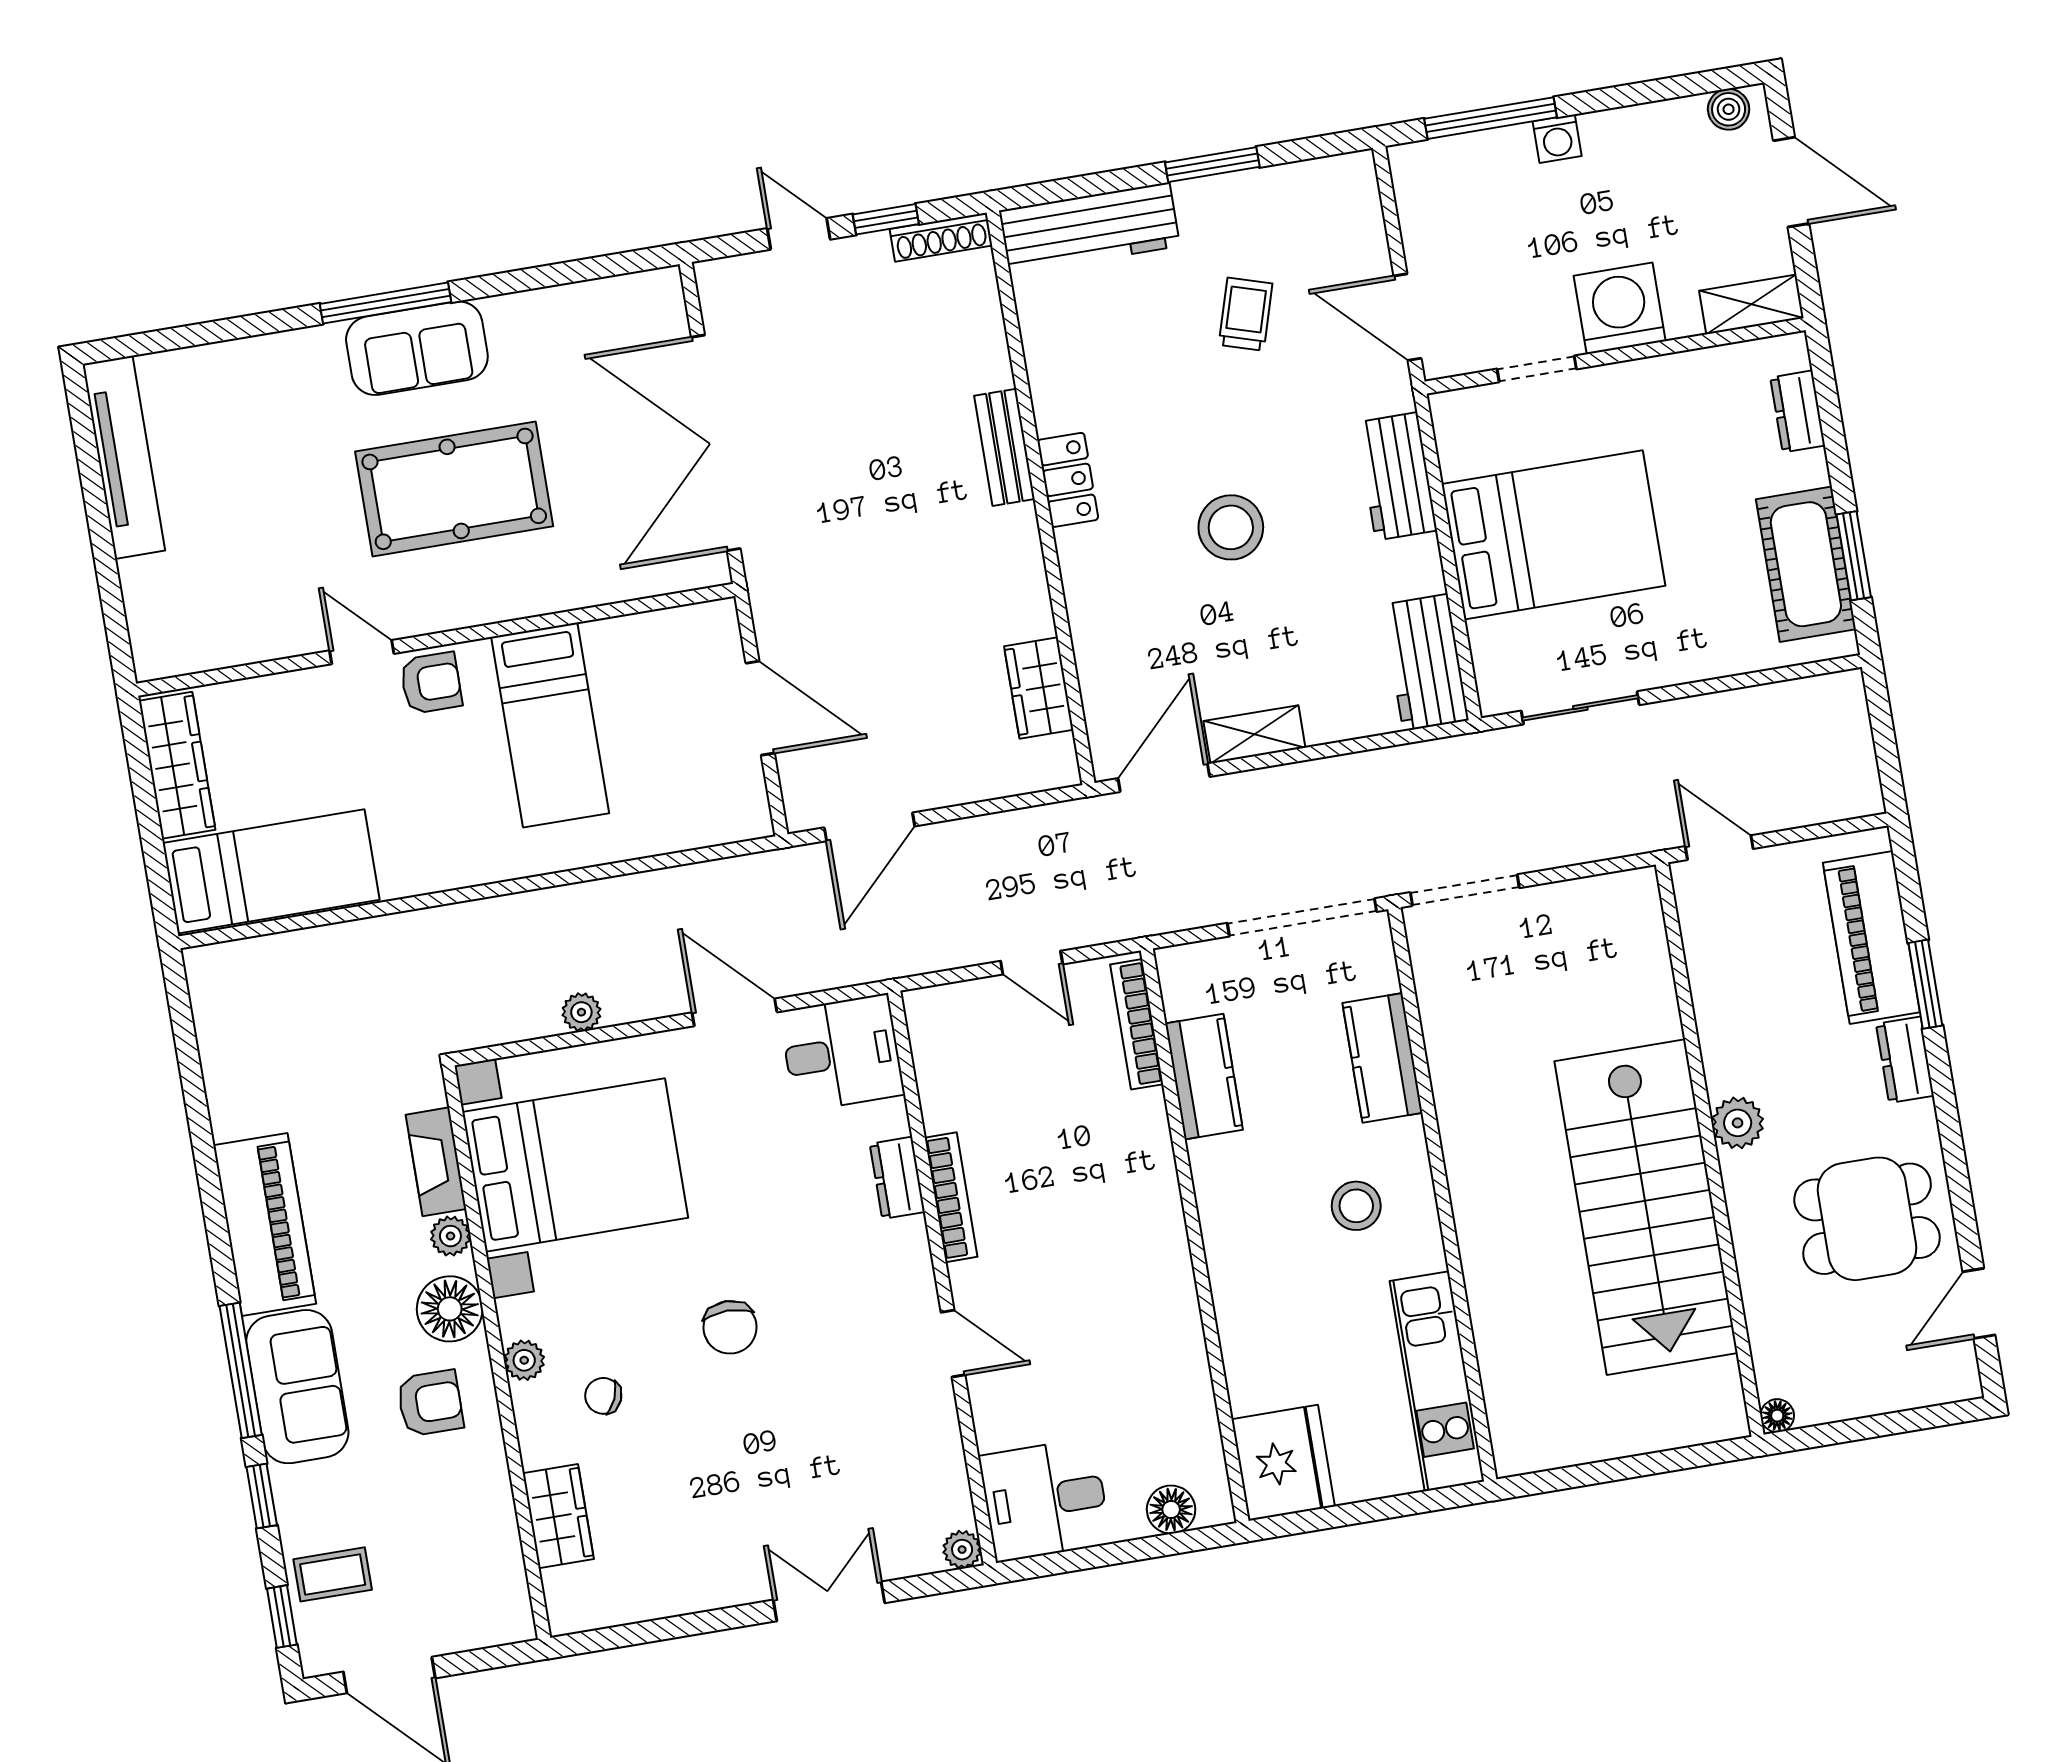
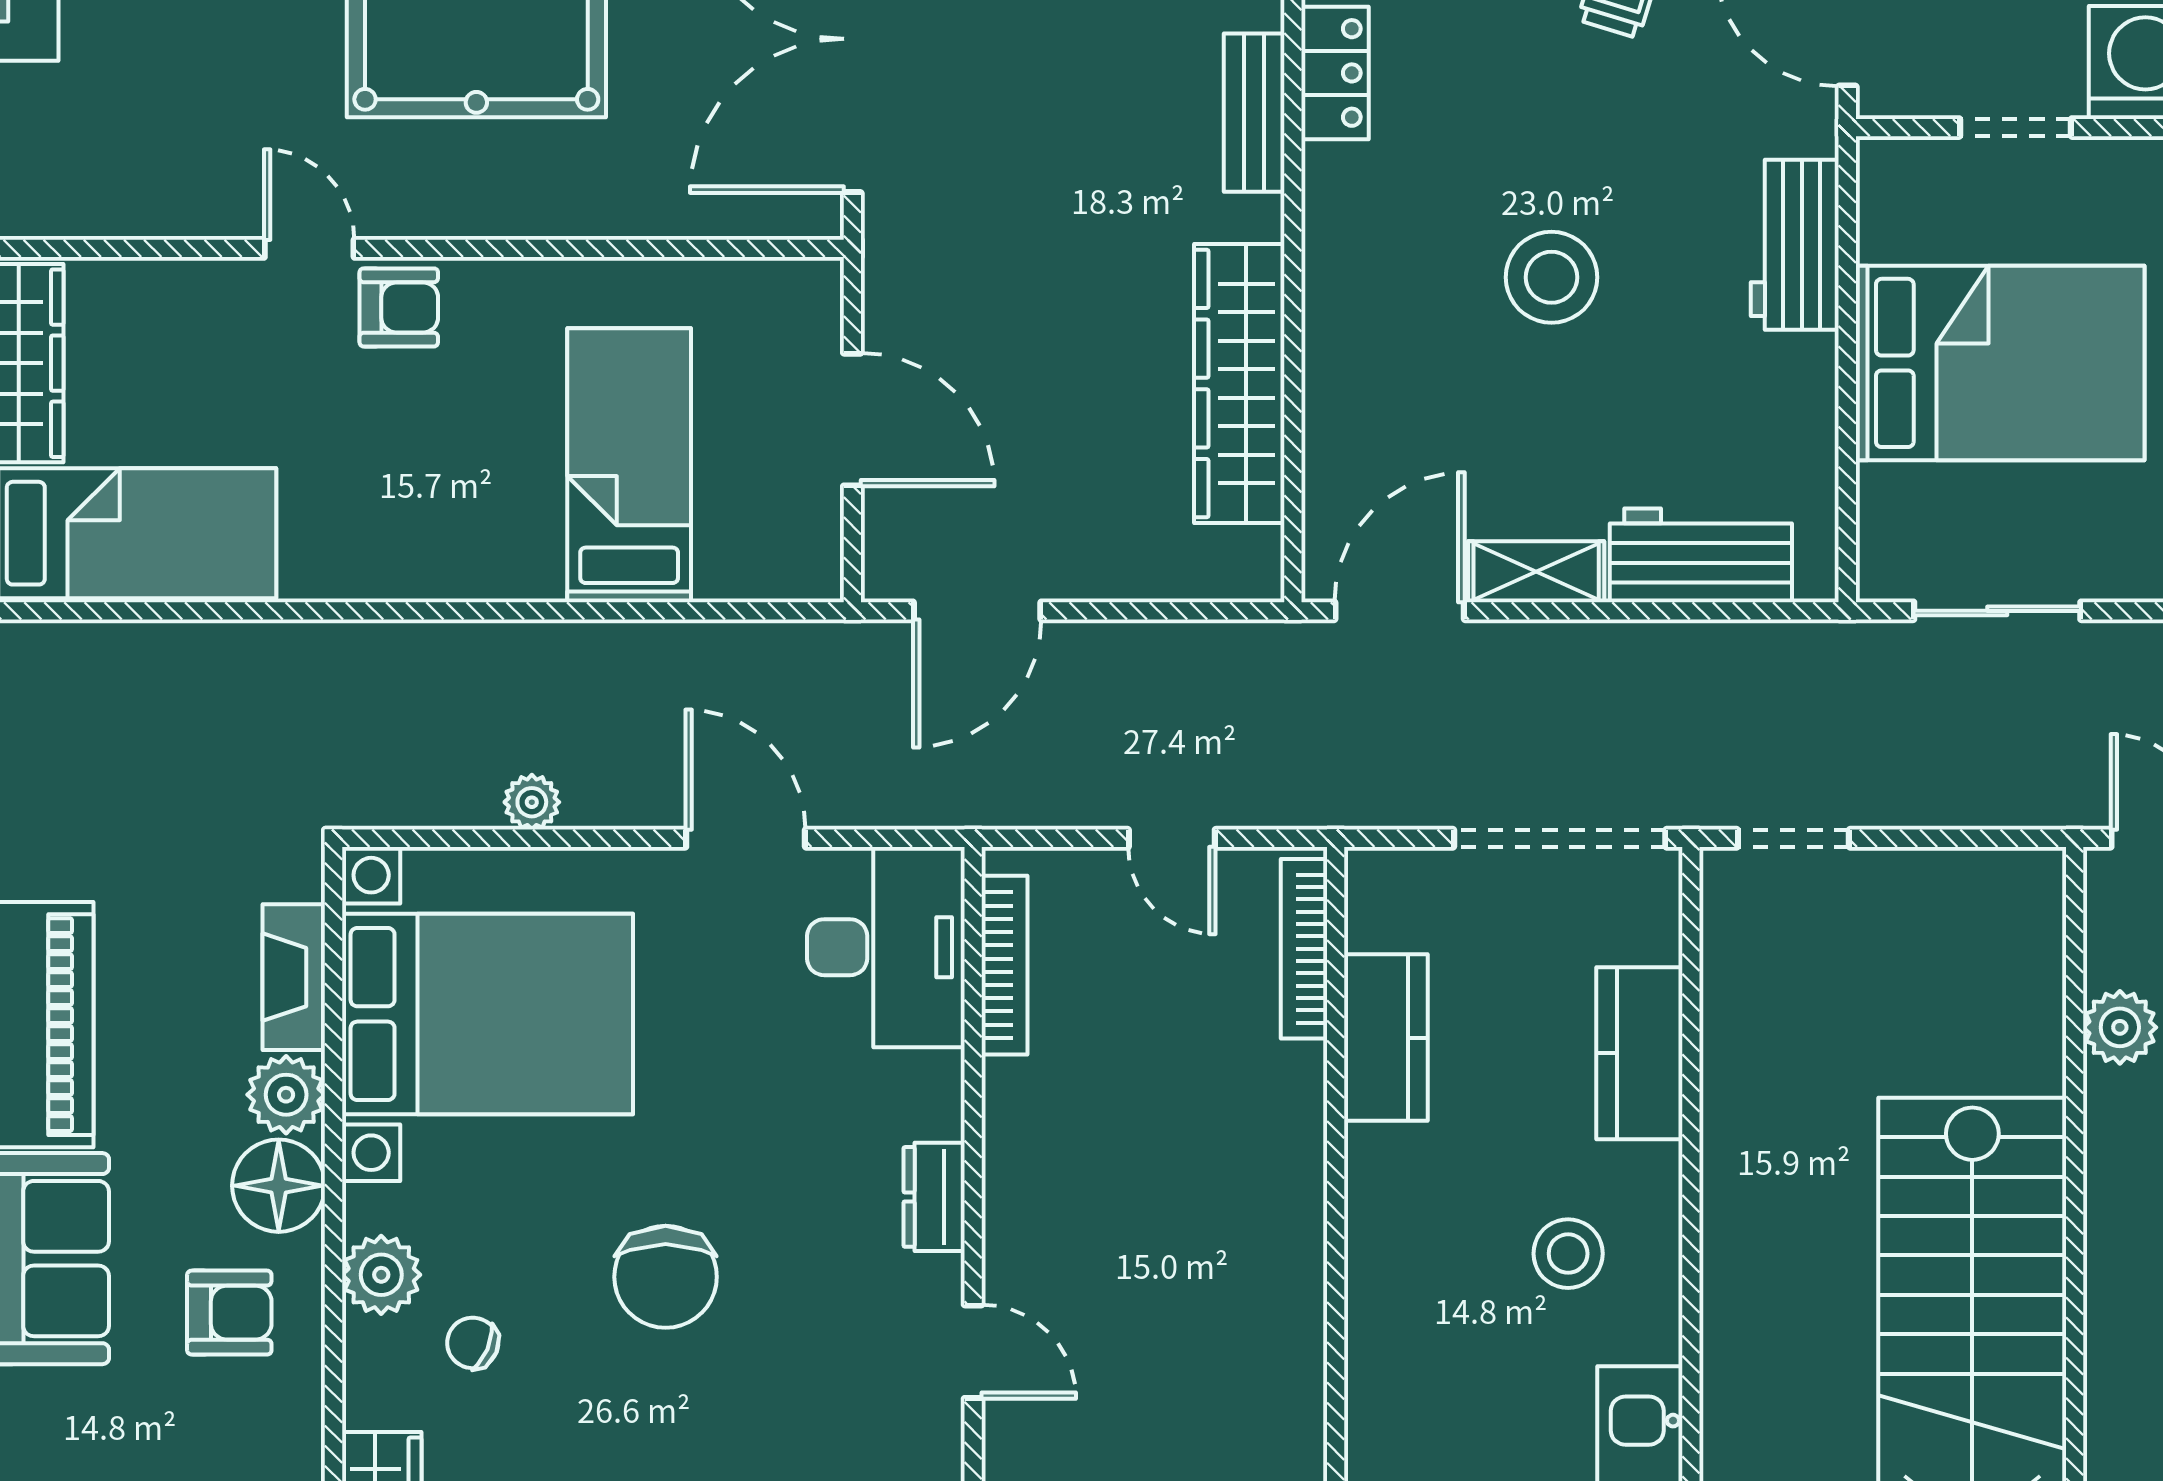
locker: (1068, 480) -> (1335, 73), moved
workbench: (1426, 663) -> (1701, 555), moved, turned 90
wardrobe: (1039, 688) -> (1239, 384), width x2.10, depth x1.17
bed: (550, 725) -> (629, 465), moved, turned 180
doorway: (1465, 890) -> (1793, 838), width x0.73
desk: (842, 1053) -> (886, 947), width x1.37
plant: (1738, 1123) -> (2120, 1027), moved
dresser: (897, 1178) -> (934, 1197), moved
bookcase: (951, 1197) -> (1005, 965), moved
plant: (450, 1236) -> (286, 1095), width x1.38, depth x1.38
chair: (730, 1327) -> (666, 1277), width x1.37, depth x1.37
plant: (524, 1360) -> (381, 1275), width x1.38, depth x1.38

